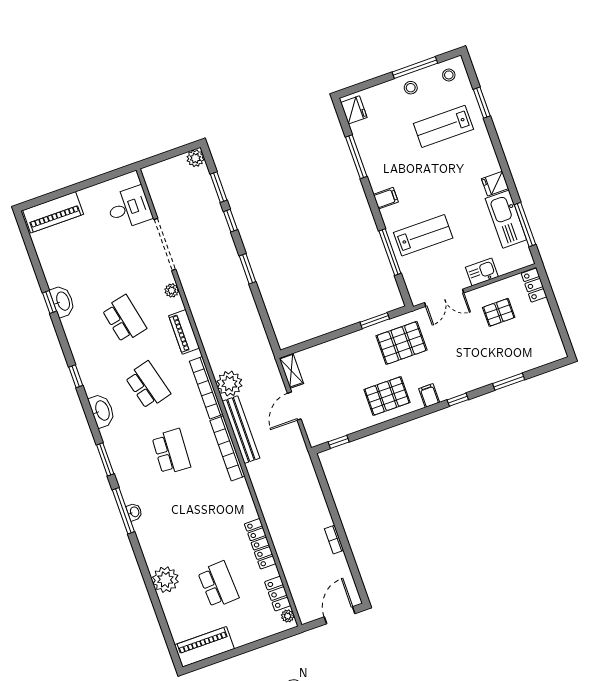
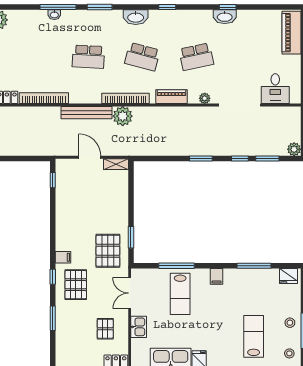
school desk: (148, 385) -> (142, 57), turned 30
pallet: (387, 396) -> (76, 285), moved
bookcase: (227, 448) -> (44, 98), moved

